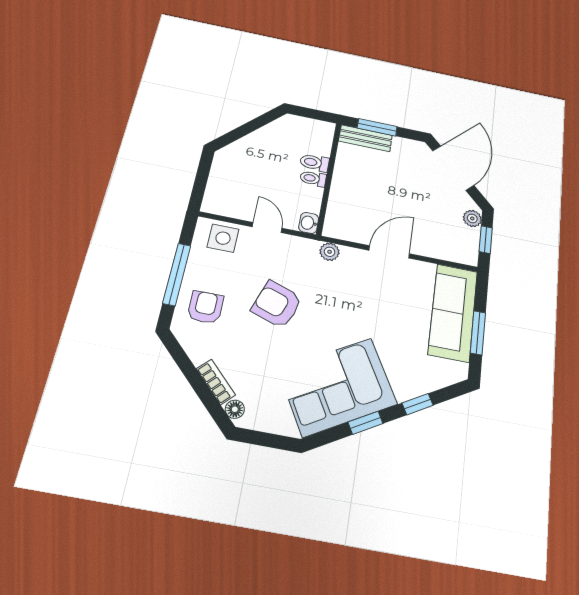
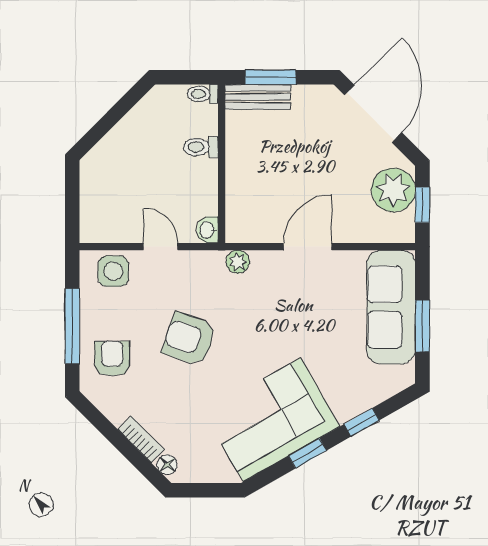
toilet: (313, 179) -> (203, 94), moved
plant: (472, 218) -> (393, 190), width x1.88, depth x1.88

